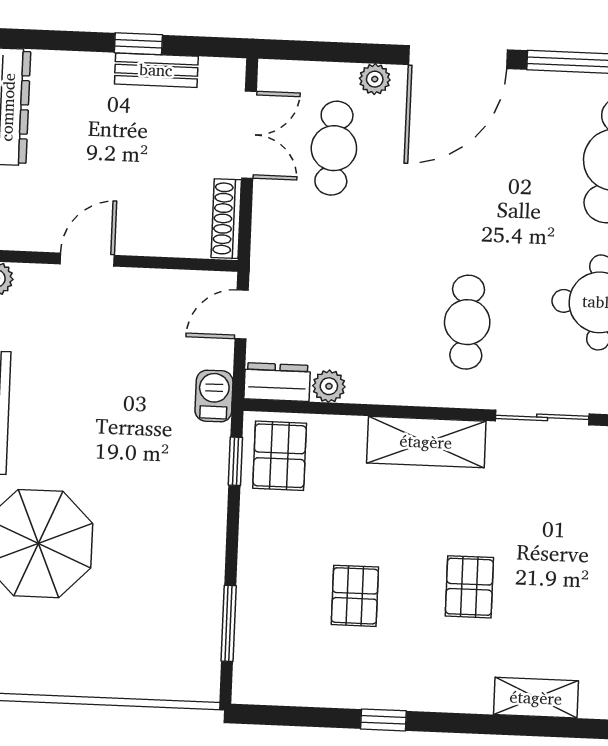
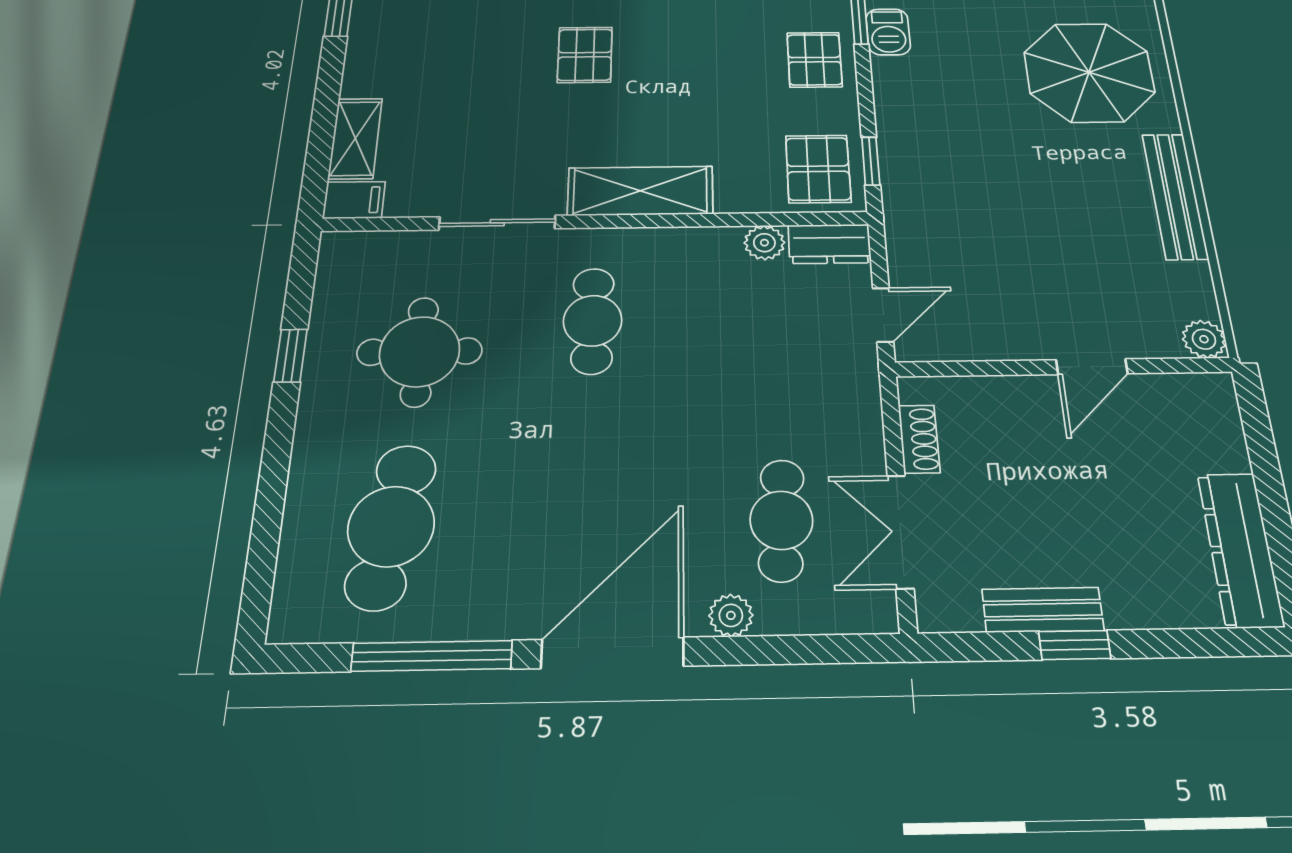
shoe rack: (226, 219) -> (919, 439), width x0.70
barbecue: (214, 396) -> (888, 32), moved
pallet: (355, 596) -> (814, 60), moved

